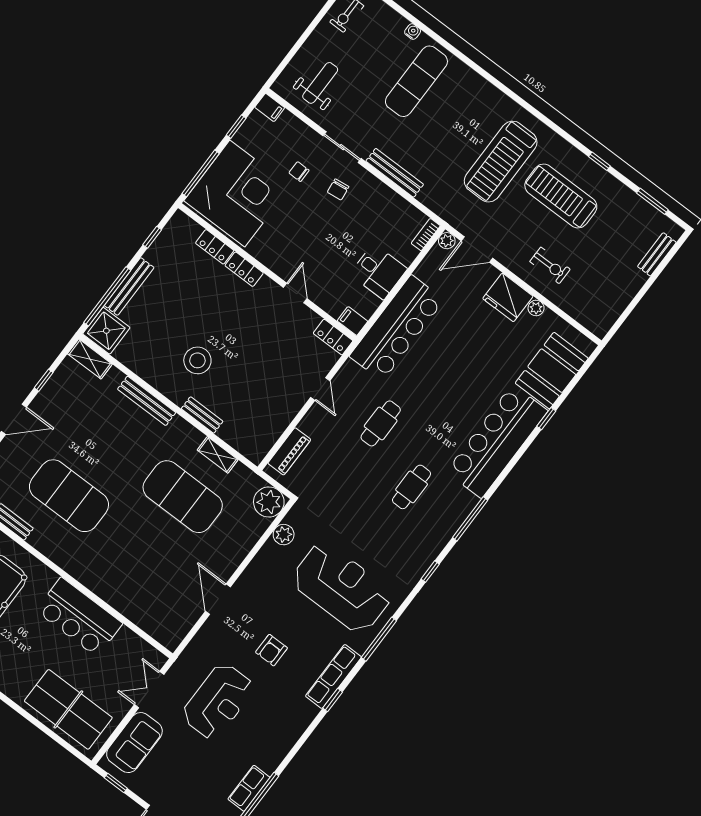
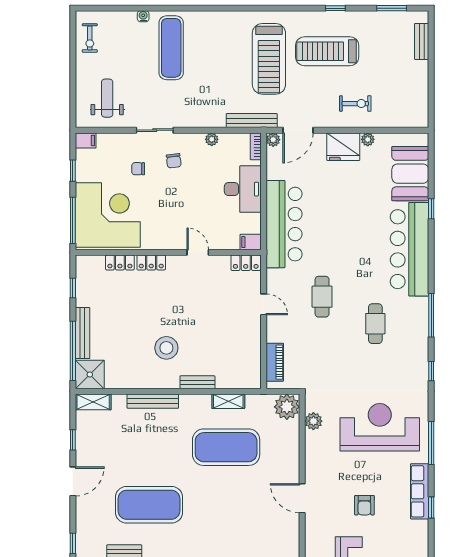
bench: (395, 173) -> (252, 121), moved
plant: (389, 196) -> (212, 139), added
desk: (378, 271) -> (243, 189), width x1.37

